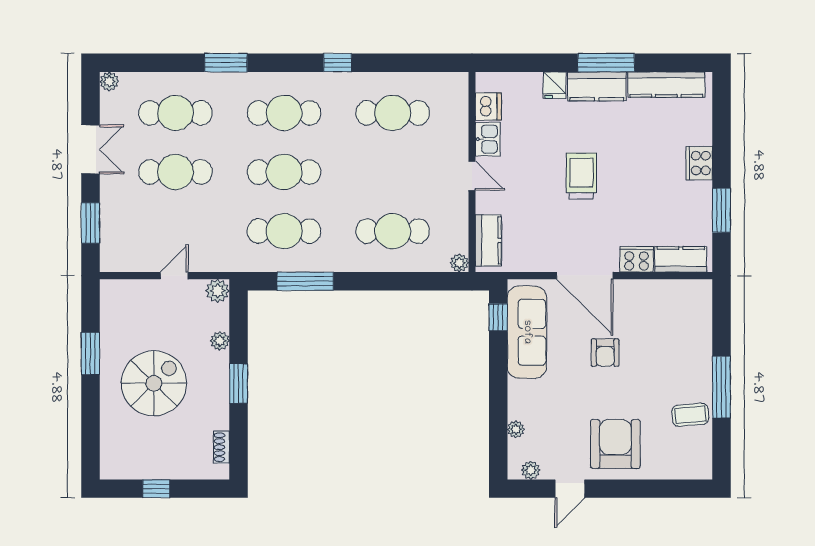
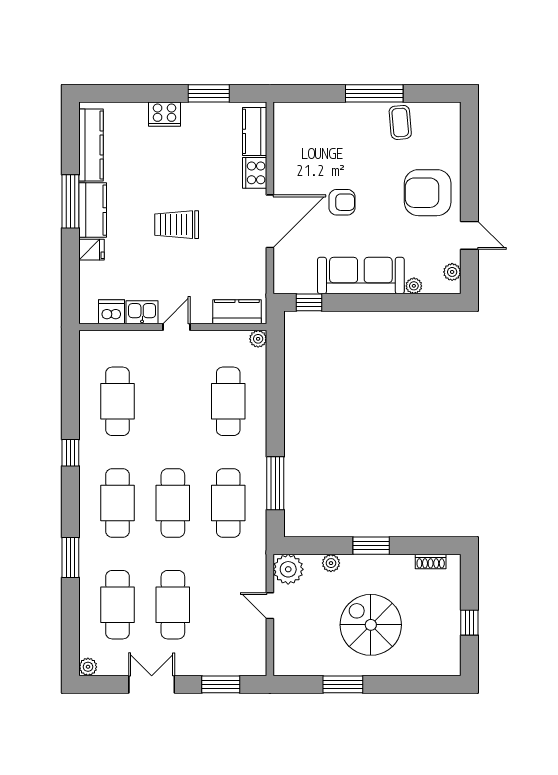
plant: (218, 291) -> (288, 569), width x1.36, depth x1.36
sofa: (527, 332) -> (361, 276), moved

